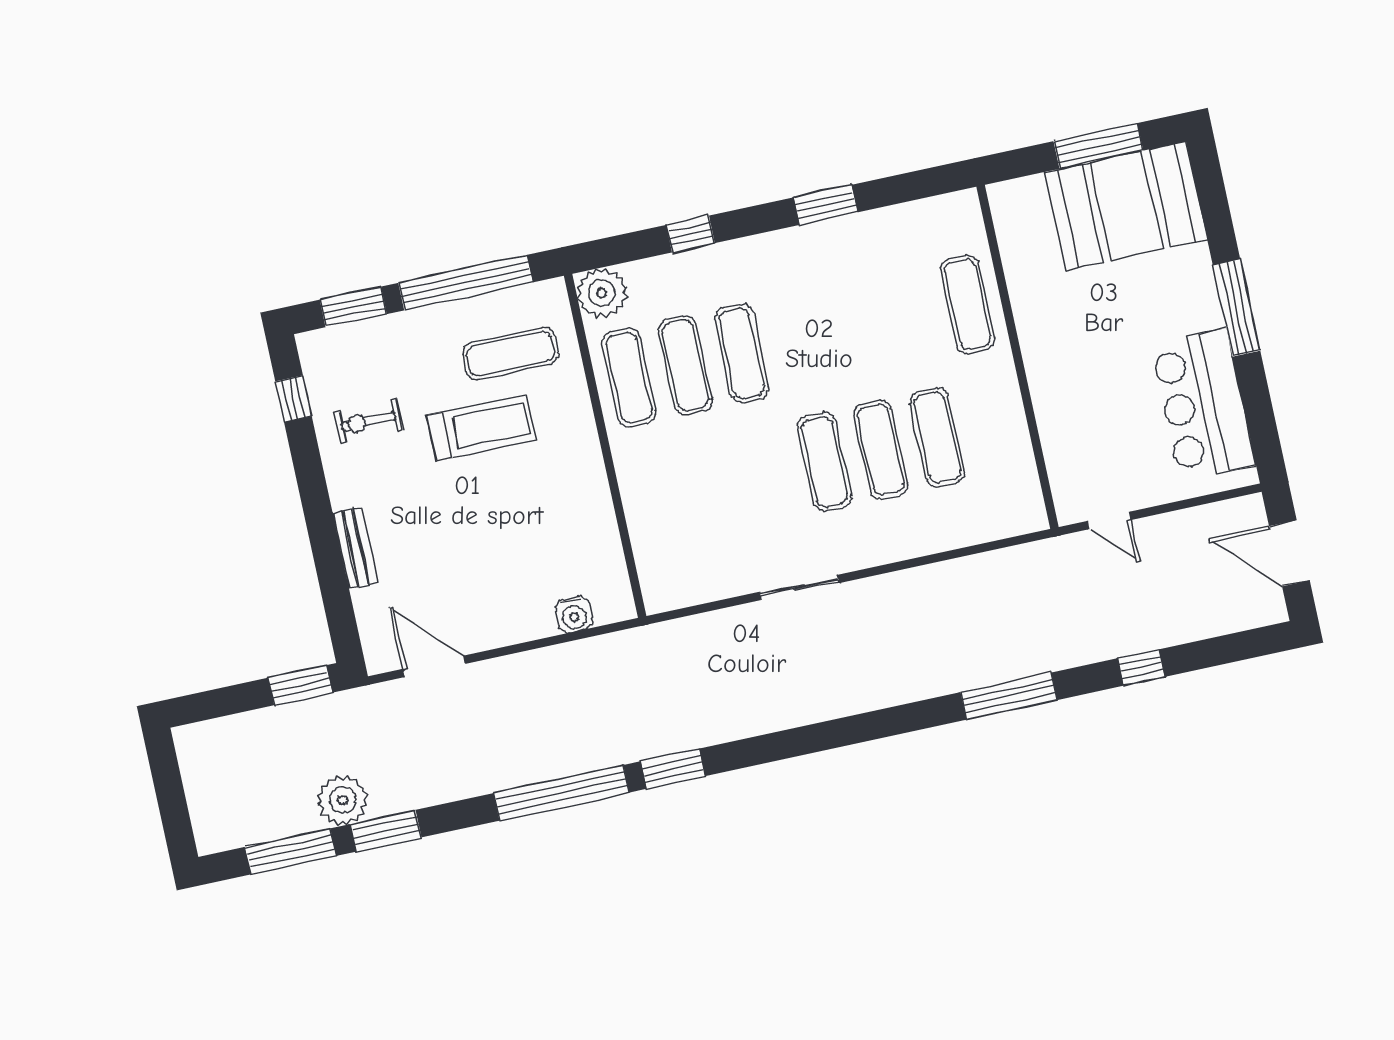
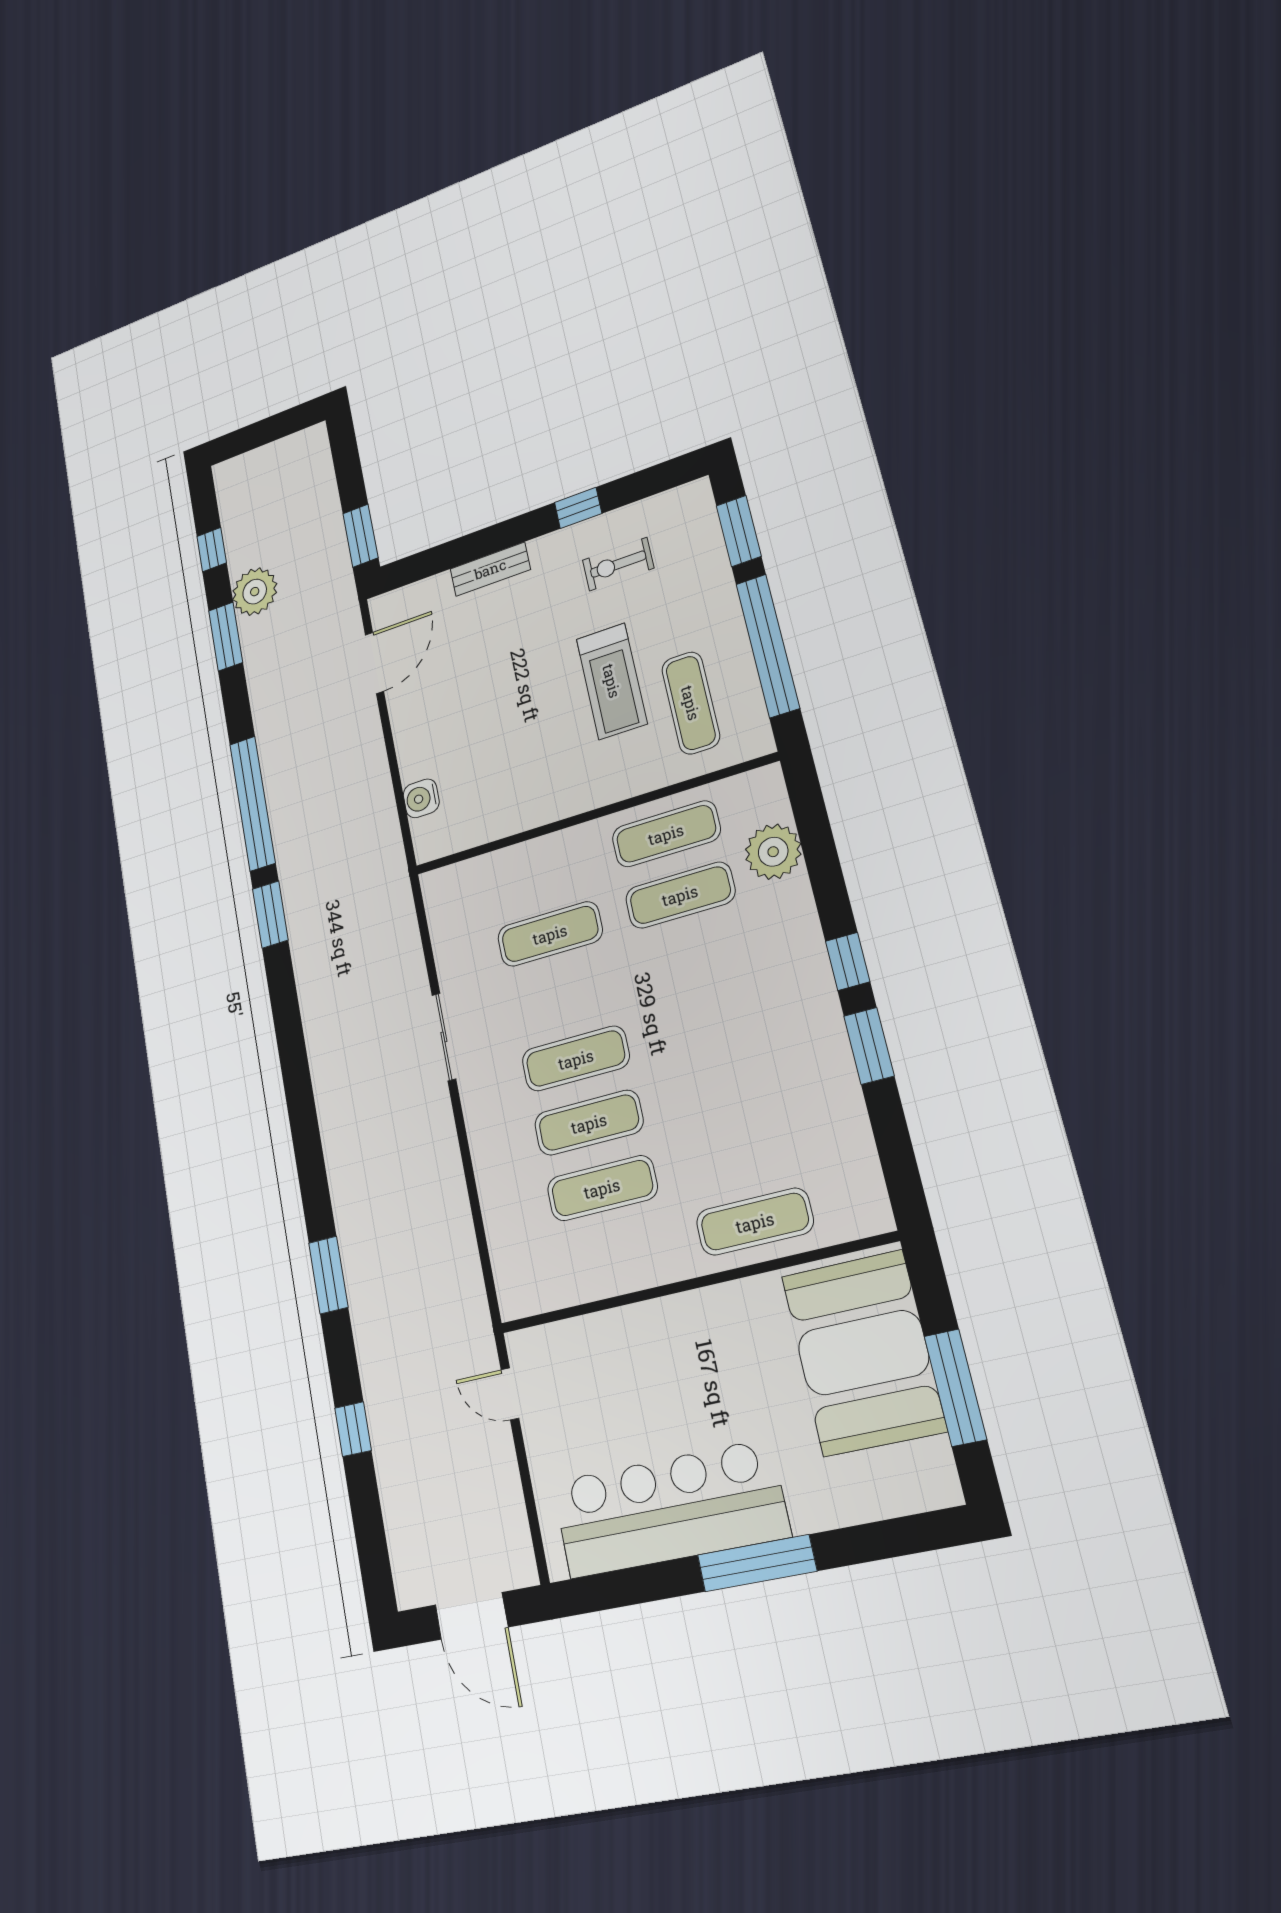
booth: (1126, 206) -> (863, 1353), moved
window: (691, 234) -> (848, 961), moved
plant: (602, 293) -> (773, 852), moved
exercise mat: (742, 353) -> (550, 934), moved
window: (293, 399) -> (578, 508), moved
bar counter: (1203, 405) -> (669, 1509), width x1.36
exercise bike: (369, 421) -> (618, 564), turned -90
door: (1109, 520) -> (510, 1394), hinge flipped
door: (1289, 553) -> (471, 1616), swing flipped
window: (1009, 696) -> (328, 1275), width x0.69
window: (290, 851) -> (212, 550), width x0.46

